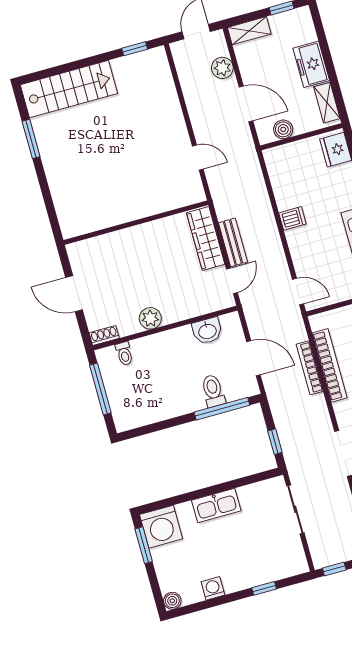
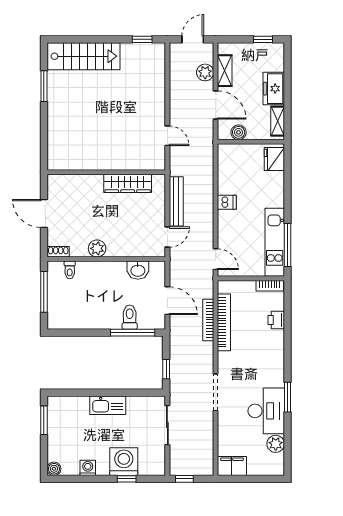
shelving: (249, 31) -> (225, 71), moved, turned 90
wardrobe: (206, 238) -> (128, 183), moved, turned -90
bench: (233, 242) -> (176, 201), width x1.36
washing machine: (161, 527) -> (124, 462), moved, turned 180

